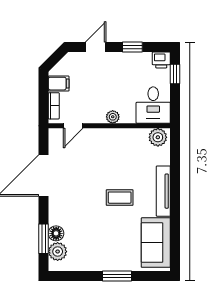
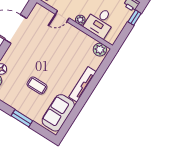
desk: (153, 105) -> (100, 22), moved
door: (73, 126) -> (62, 16), moved
coffee table: (120, 198) -> (37, 86), moved

